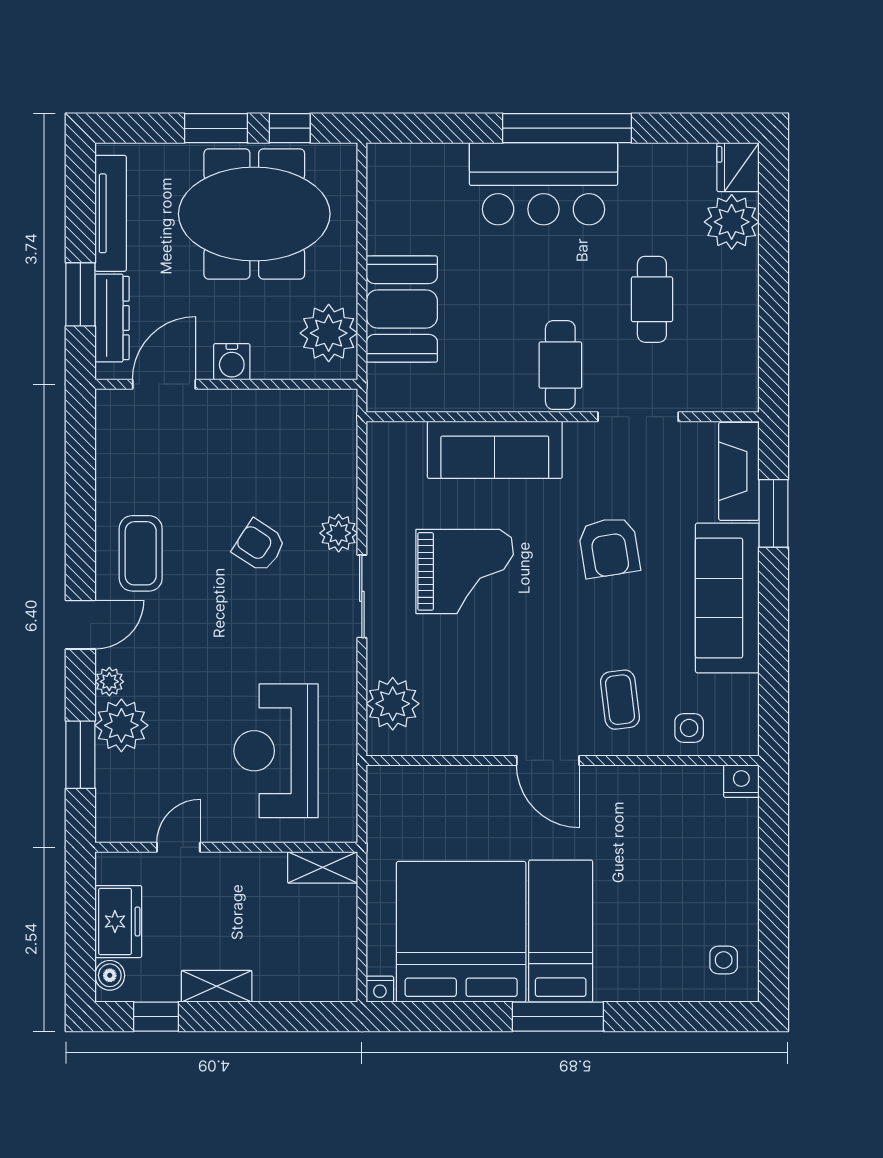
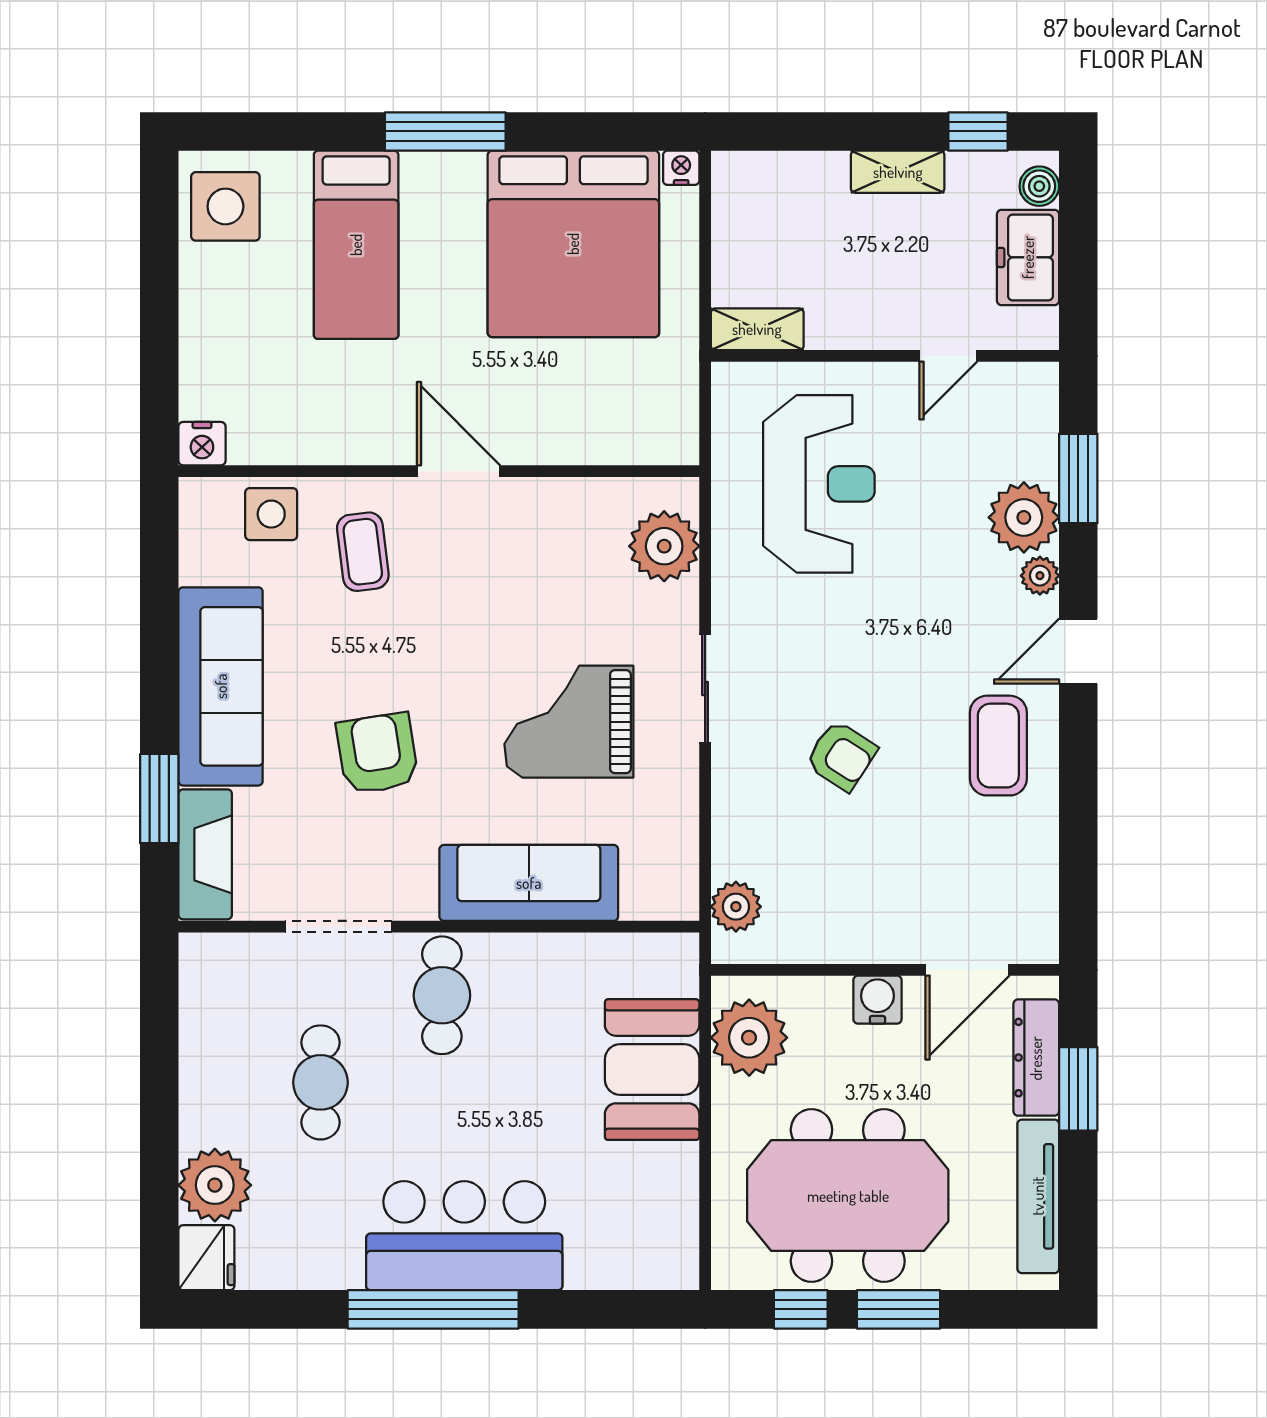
plant: (339, 533) -> (736, 907), moved
side table: (689, 728) -> (271, 514), width x1.37, depth x1.37
bed: (561, 931) -> (356, 245), moved
side table: (724, 960) -> (225, 206), width x1.87, depth x1.87

